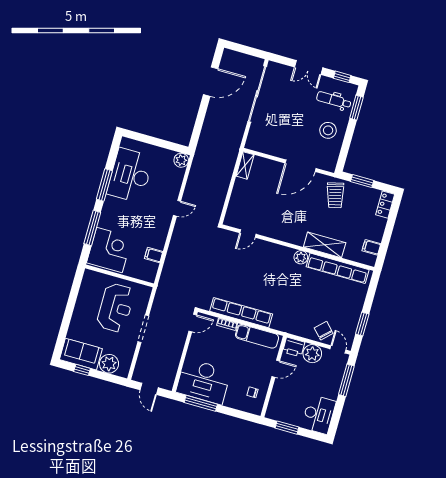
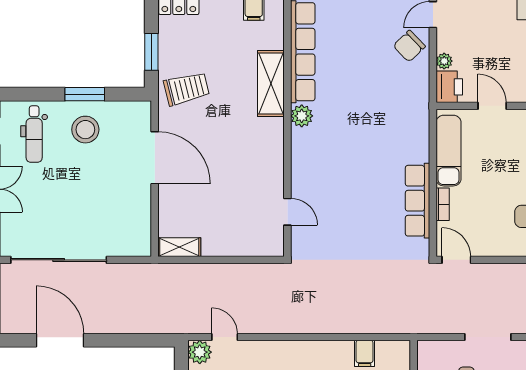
window: (356, 108) -> (85, 94), moved
door: (177, 208) -> (225, 337), moved
row of seats: (241, 313) -> (418, 201), width x0.73
plant: (312, 354) -> (444, 61), width x0.53, depth x0.53

